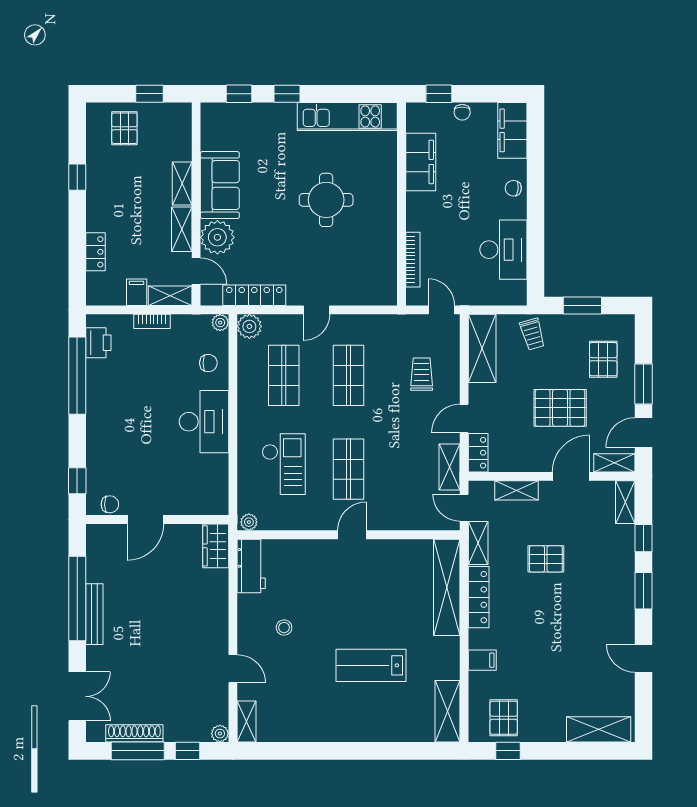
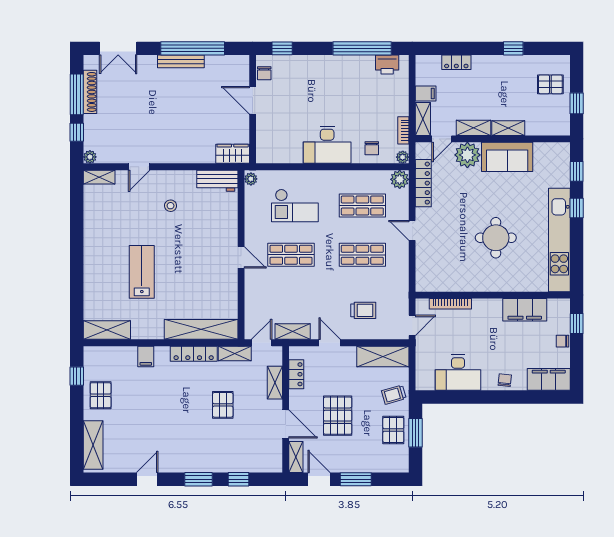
kitchen unit: (347, 116) -> (559, 240), width x1.36
bookcase: (152, 321) -> (403, 130), moved
pallet: (603, 359) -> (393, 430), moved, turned 90
locker: (478, 453) -> (296, 374), moved, turned -90
shelving: (625, 502) -> (266, 465), removed
pallet: (504, 718) -> (101, 395), moved, turned 90

